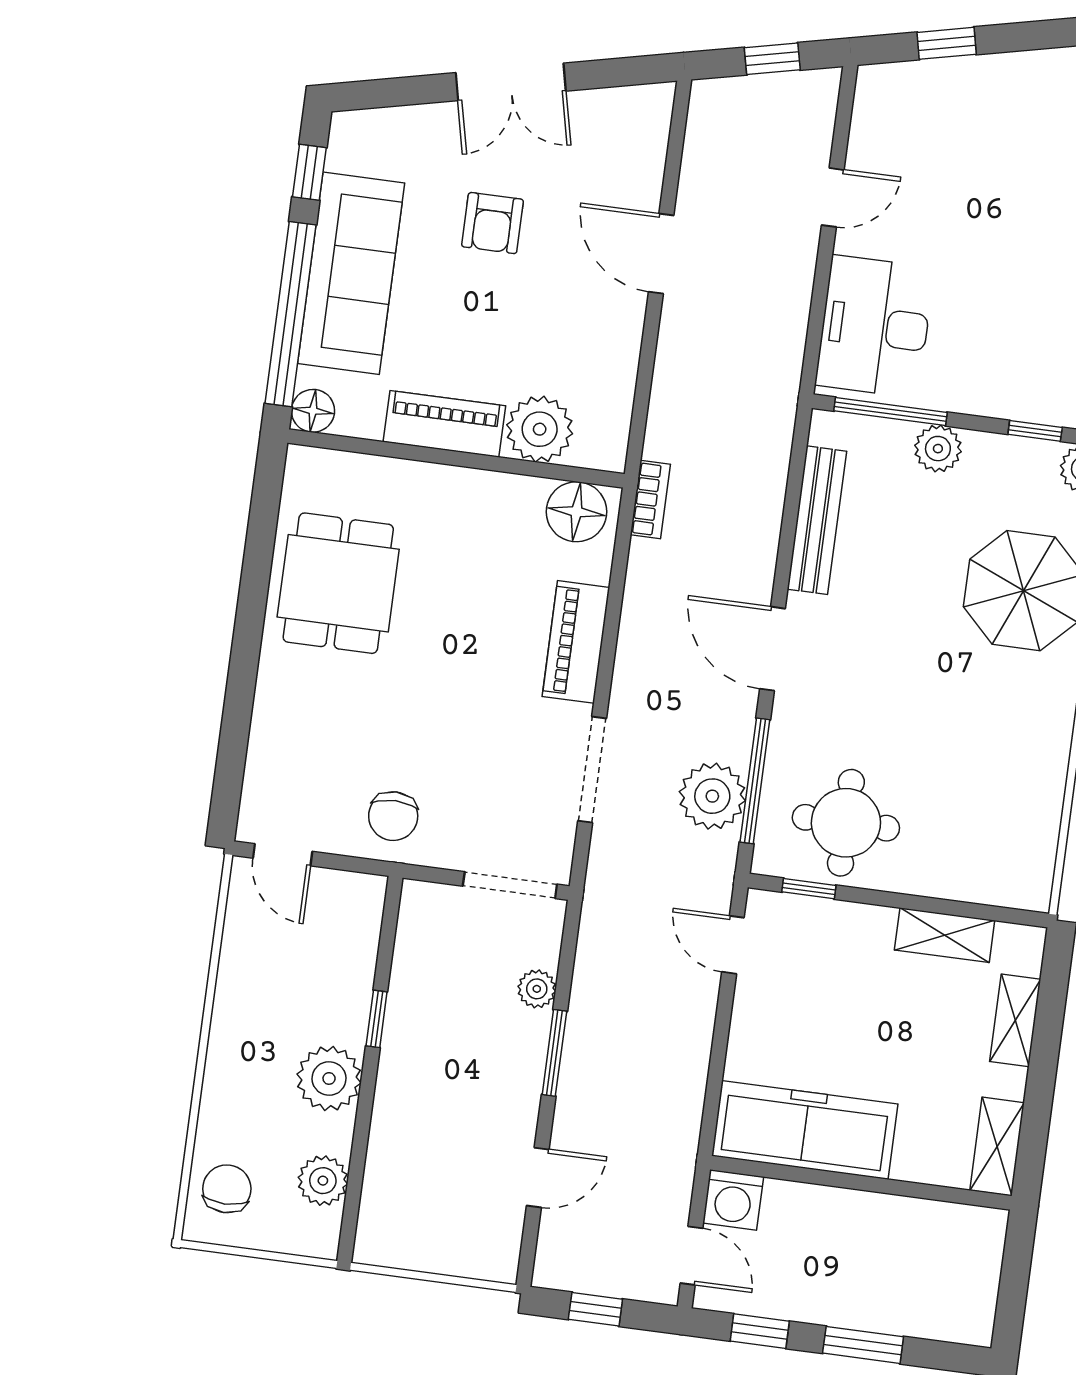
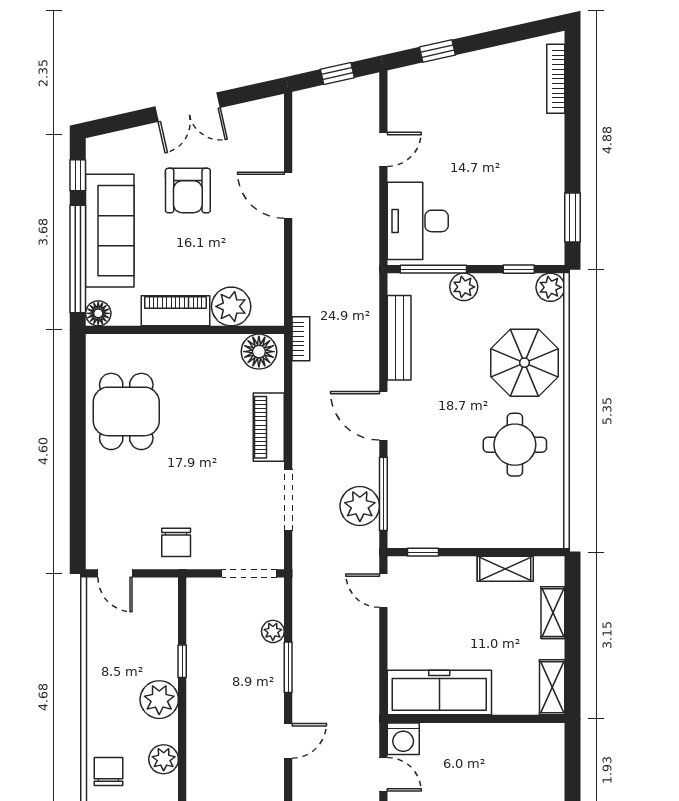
armchair: (493, 223) -> (188, 191), width x1.38, depth x1.38
round table: (846, 823) -> (515, 445), moved

